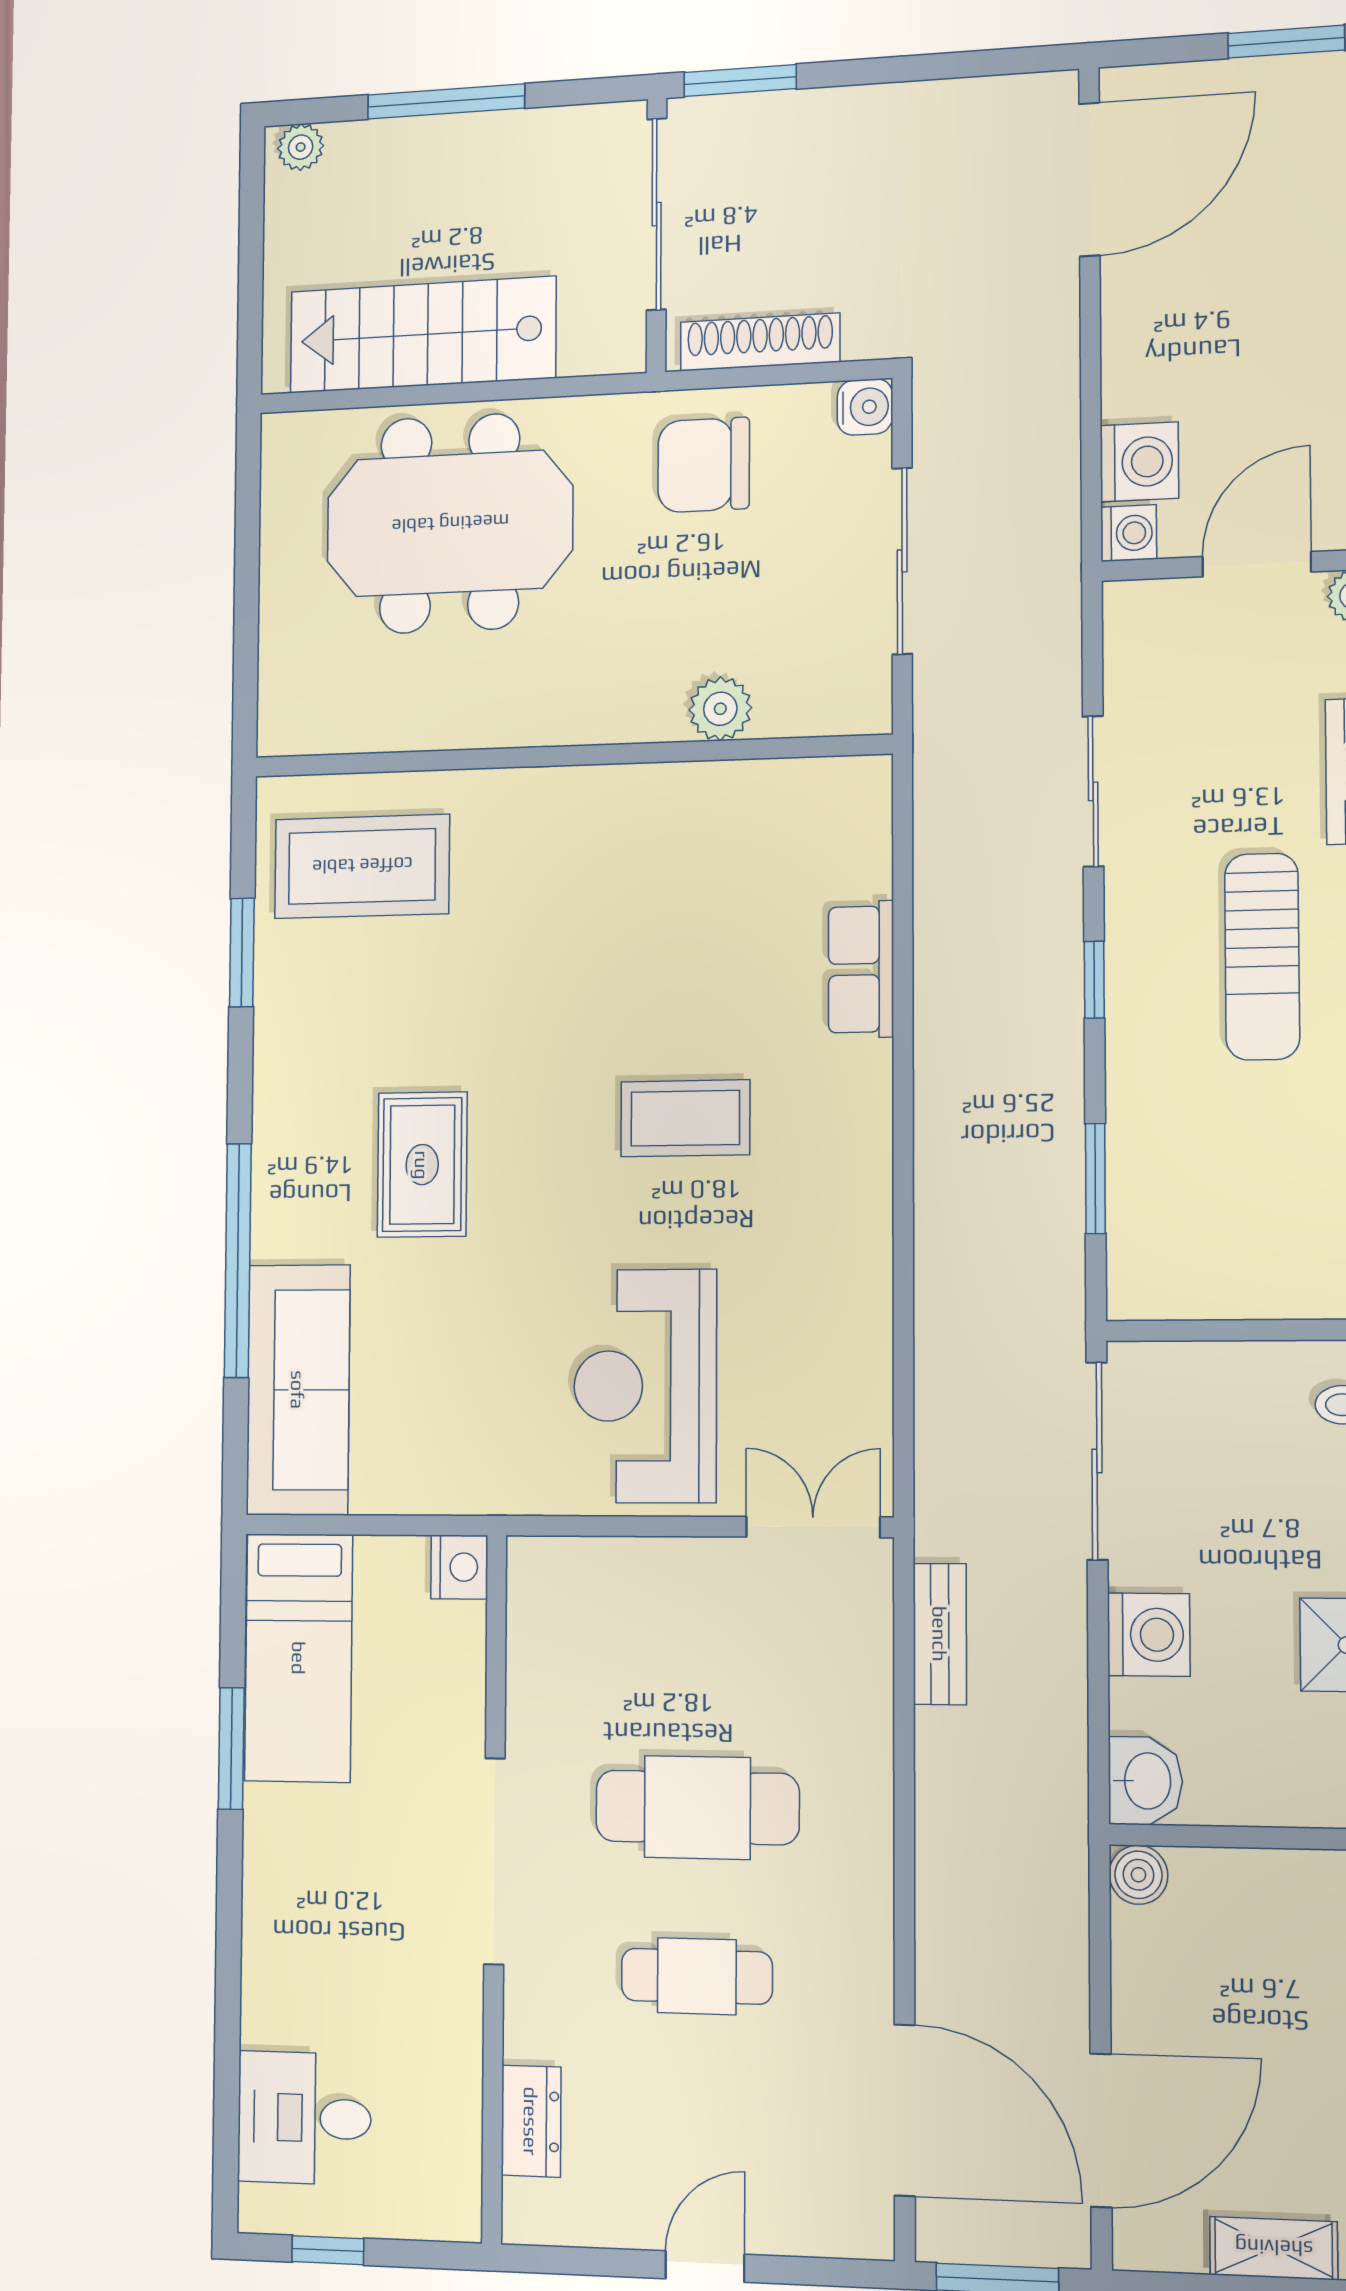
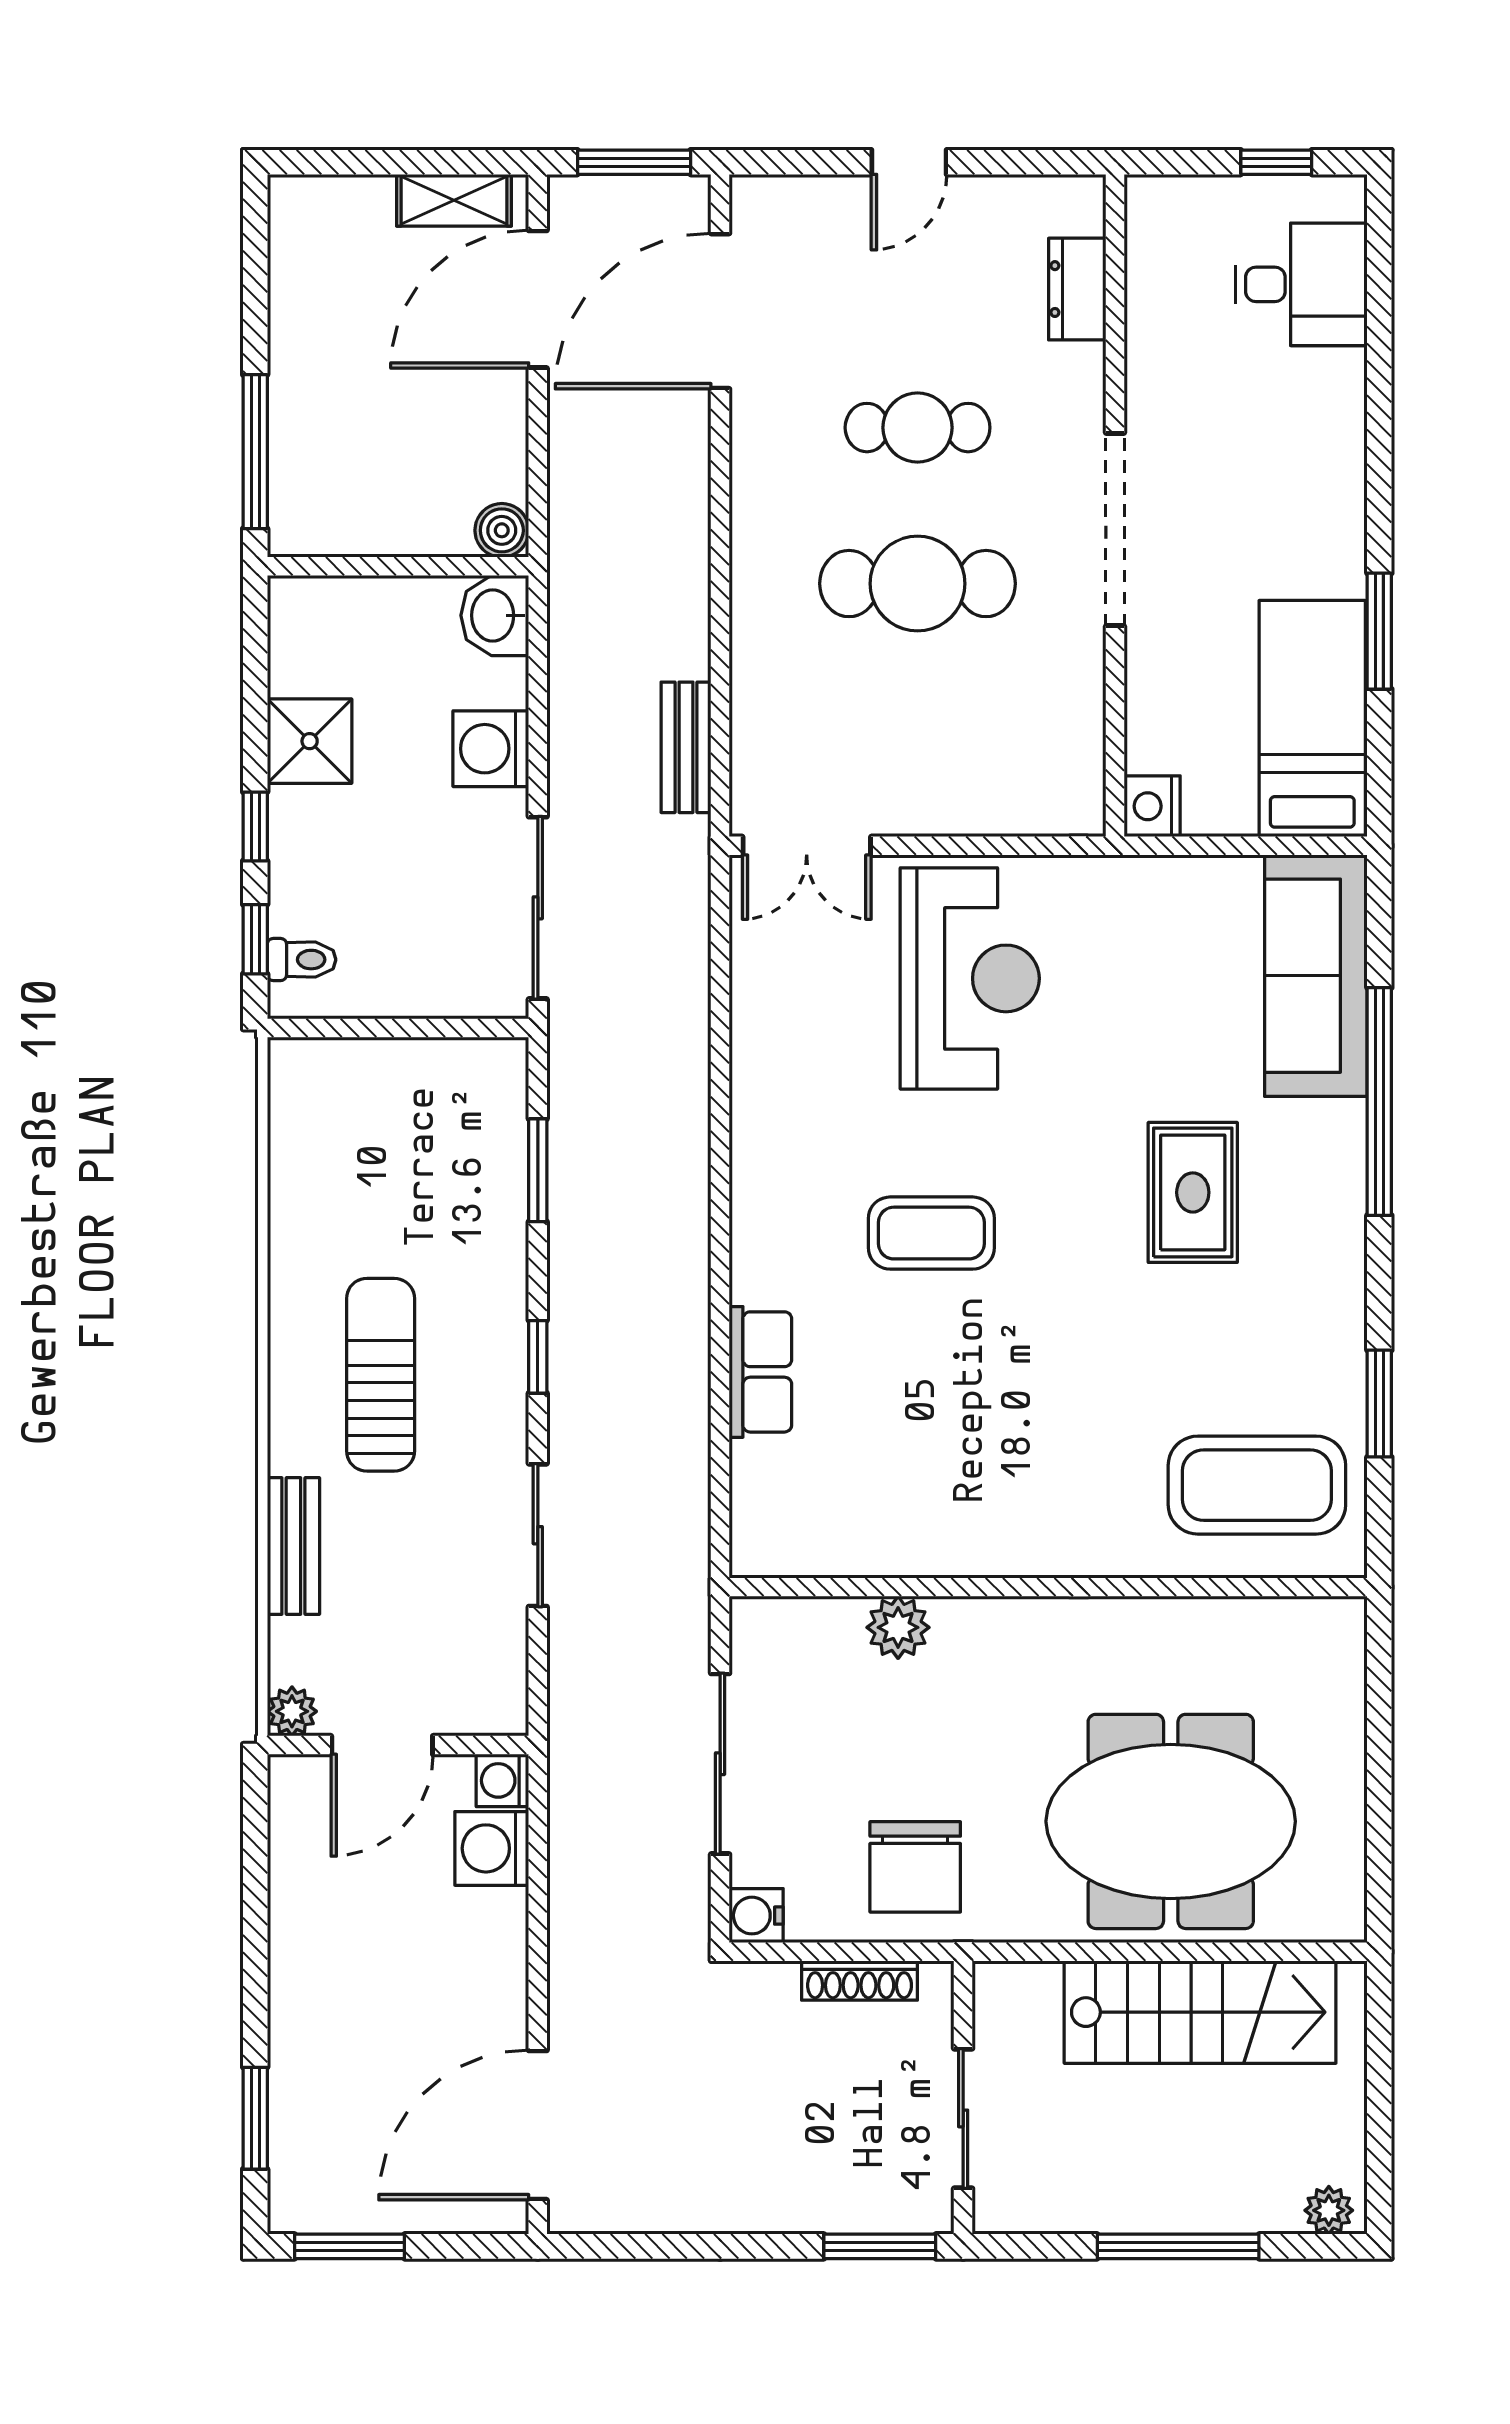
sliding door: (657, 214) -> (963, 2118), width x0.73
shoe rack: (760, 342) -> (860, 1981), width x0.74, depth x0.81
chair: (704, 465) -> (915, 1867), turned 90
door: (905, 2110) -> (720, 311), hinge flipped
shelving: (1274, 2248) -> (454, 200), moved

